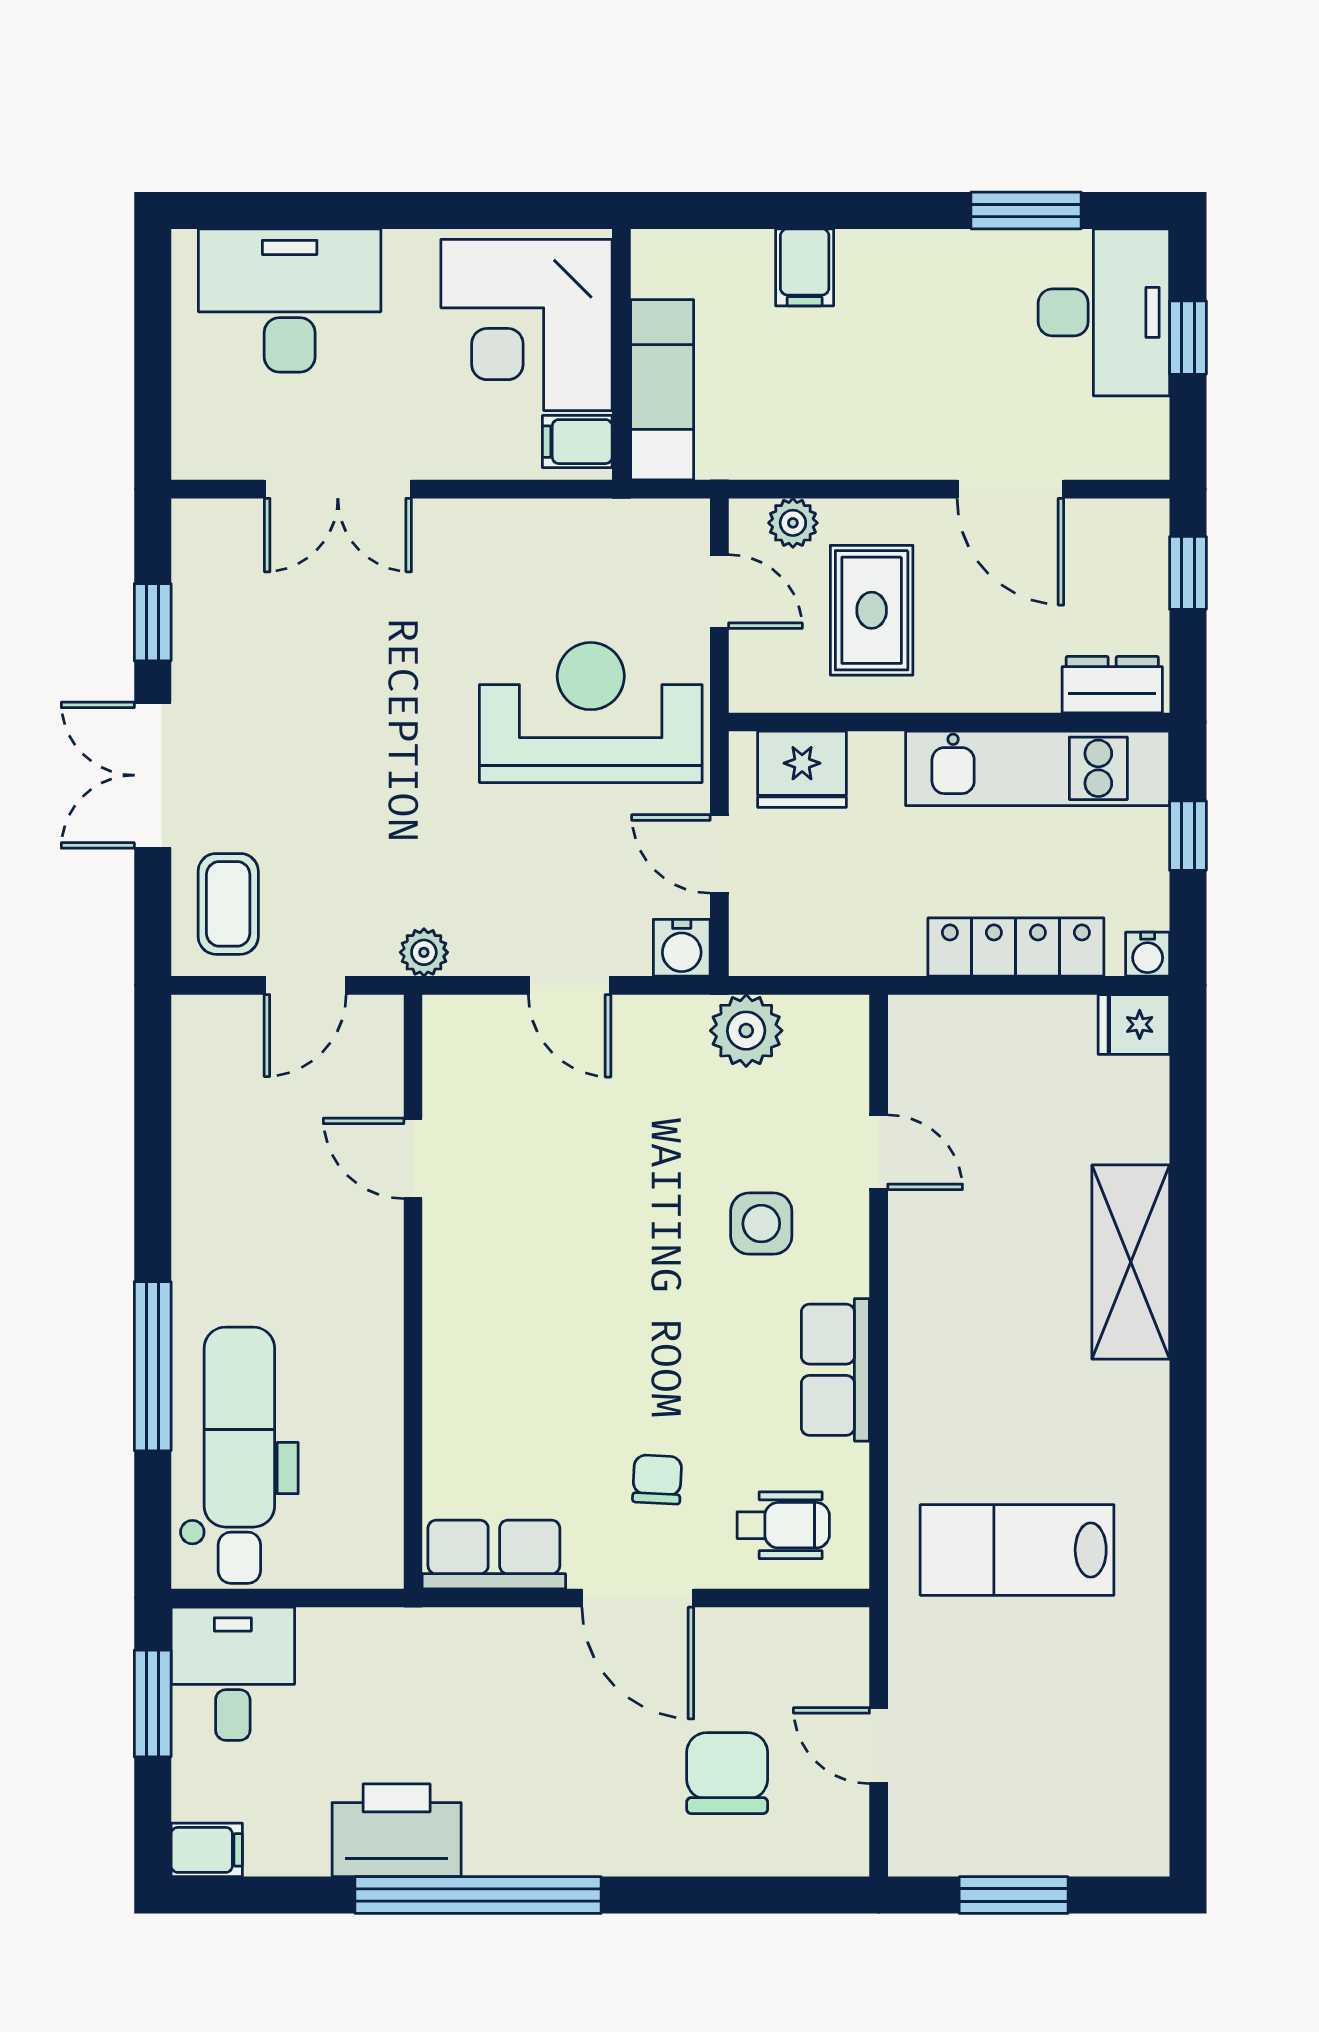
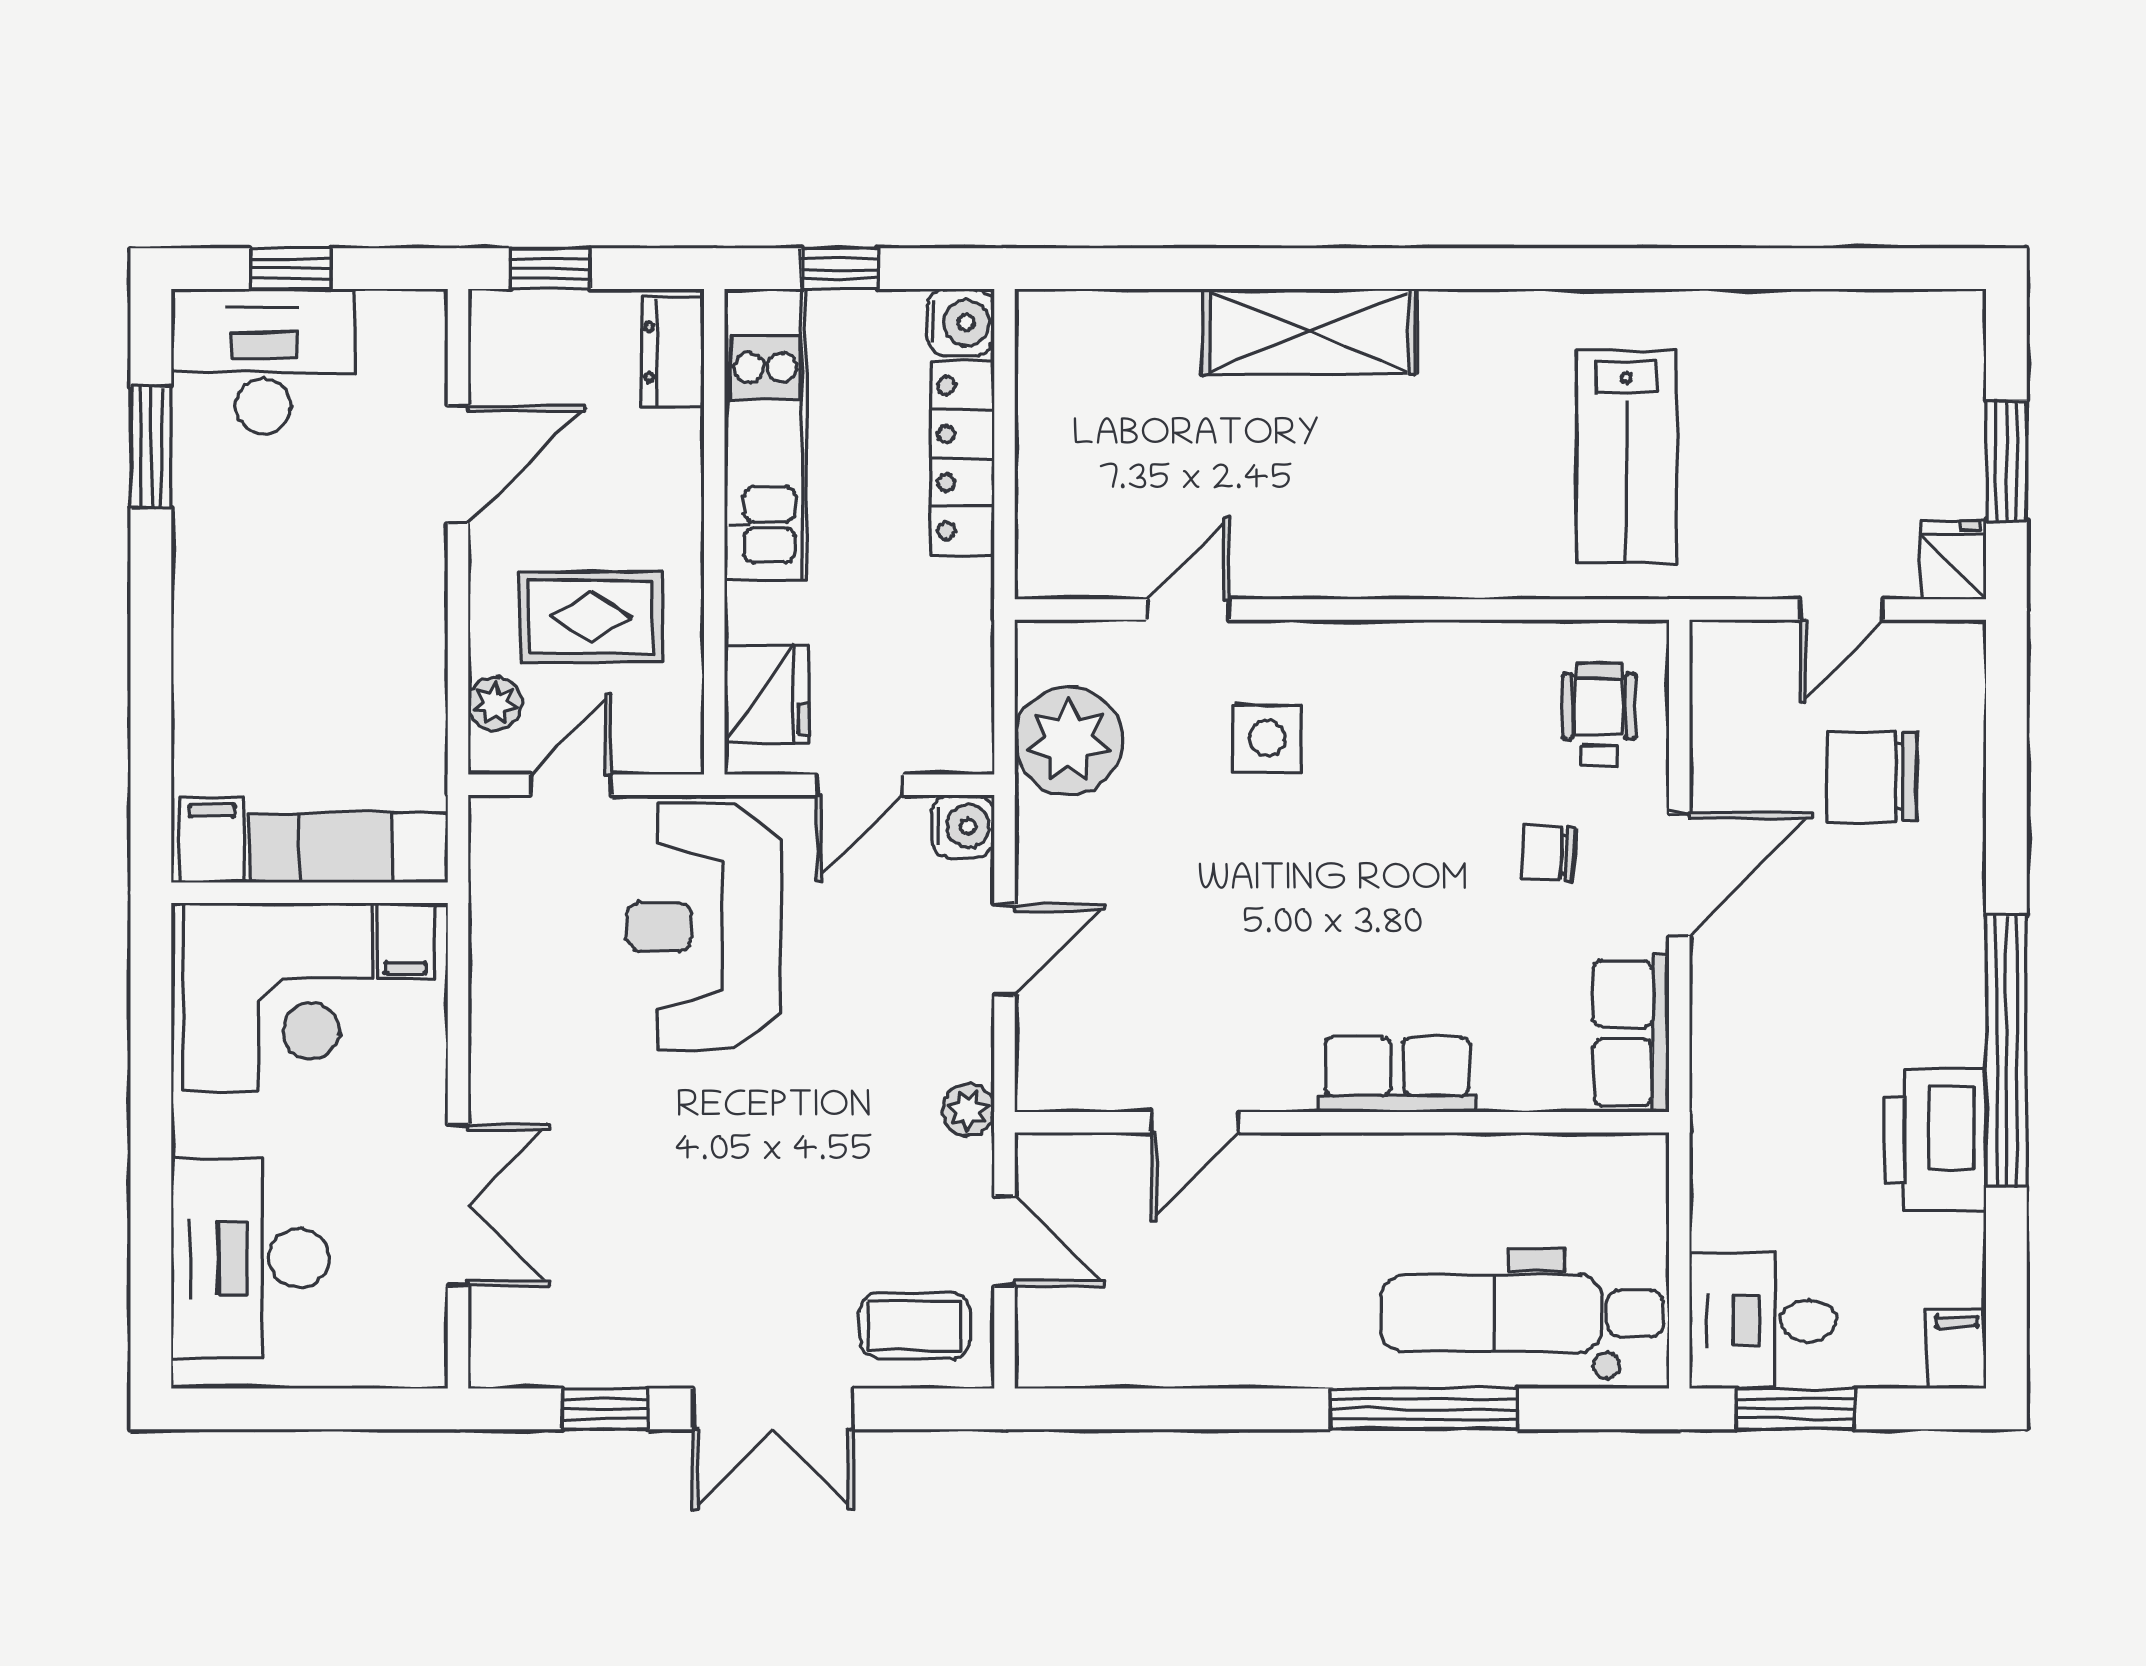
filing cabinet: (805, 267) -> (212, 840), moved, turned -90
water cooler: (1148, 954) -> (961, 322), width x1.38, depth x1.38
fridge: (1134, 1024) -> (1953, 560), moved, turned 180
plant: (746, 1031) -> (1069, 741), width x1.36, depth x1.36
row of seats: (835, 1370) -> (1397, 1075), moved, turned 180

